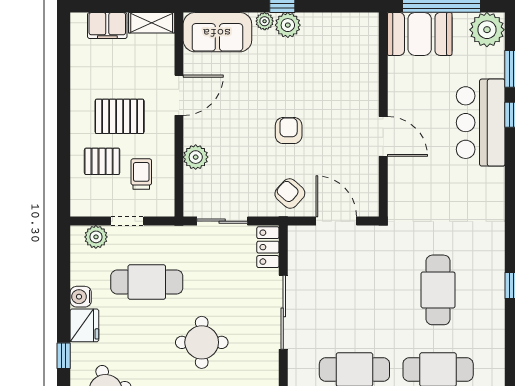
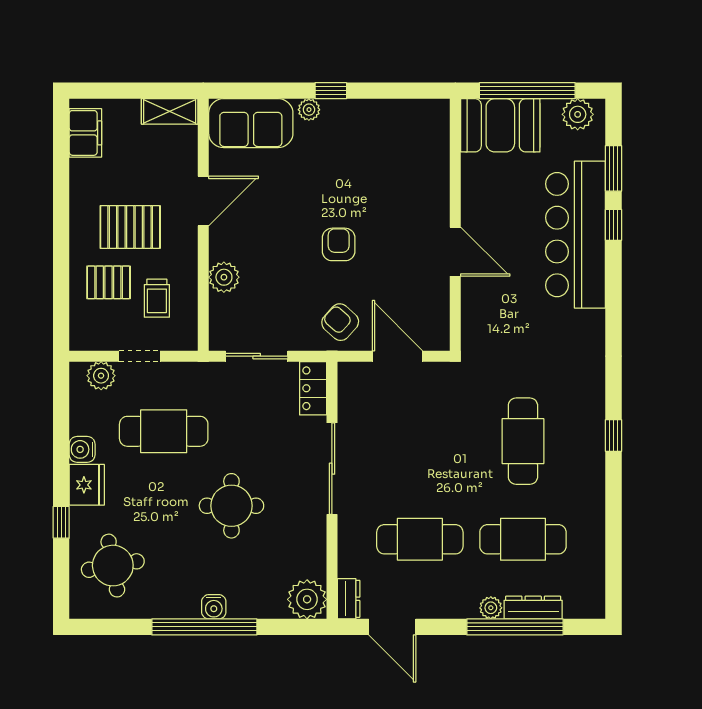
plant: (288, 25) -> (338, 114), removed
filing cabinet: (107, 26) -> (85, 133), moved, turned -90
plant: (487, 30) -> (578, 114), width x0.73, depth x0.73
bar counter: (481, 123) -> (576, 235), width x1.36
trolley: (141, 174) -> (157, 298), turned 180

